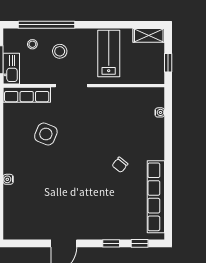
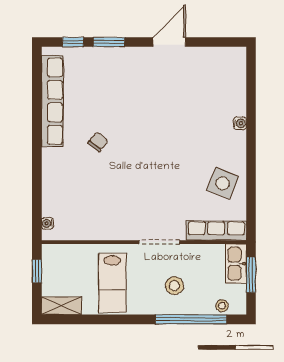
stool: (32, 44) -> (222, 306), moved
water cooler: (160, 112) -> (48, 223), moved
side table: (46, 134) -> (223, 183), moved
window: (111, 243) -> (109, 42), width x1.50

